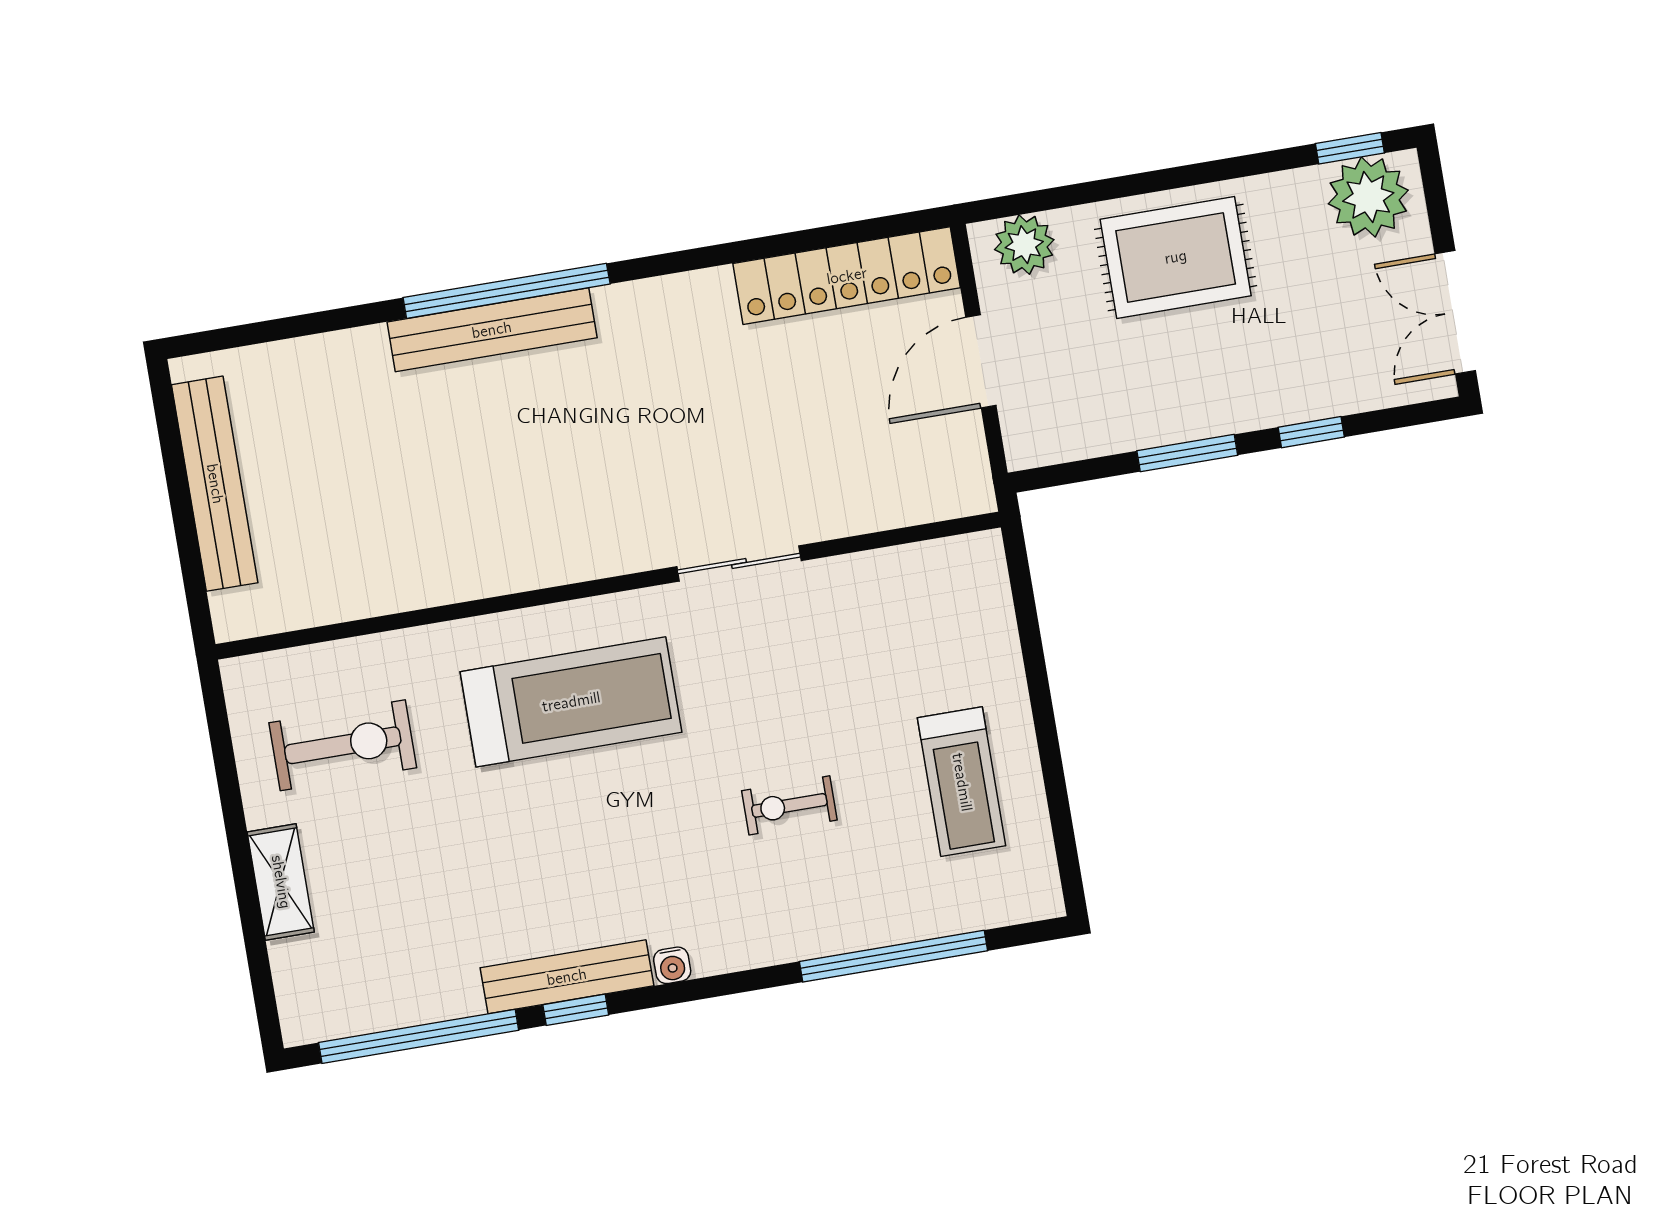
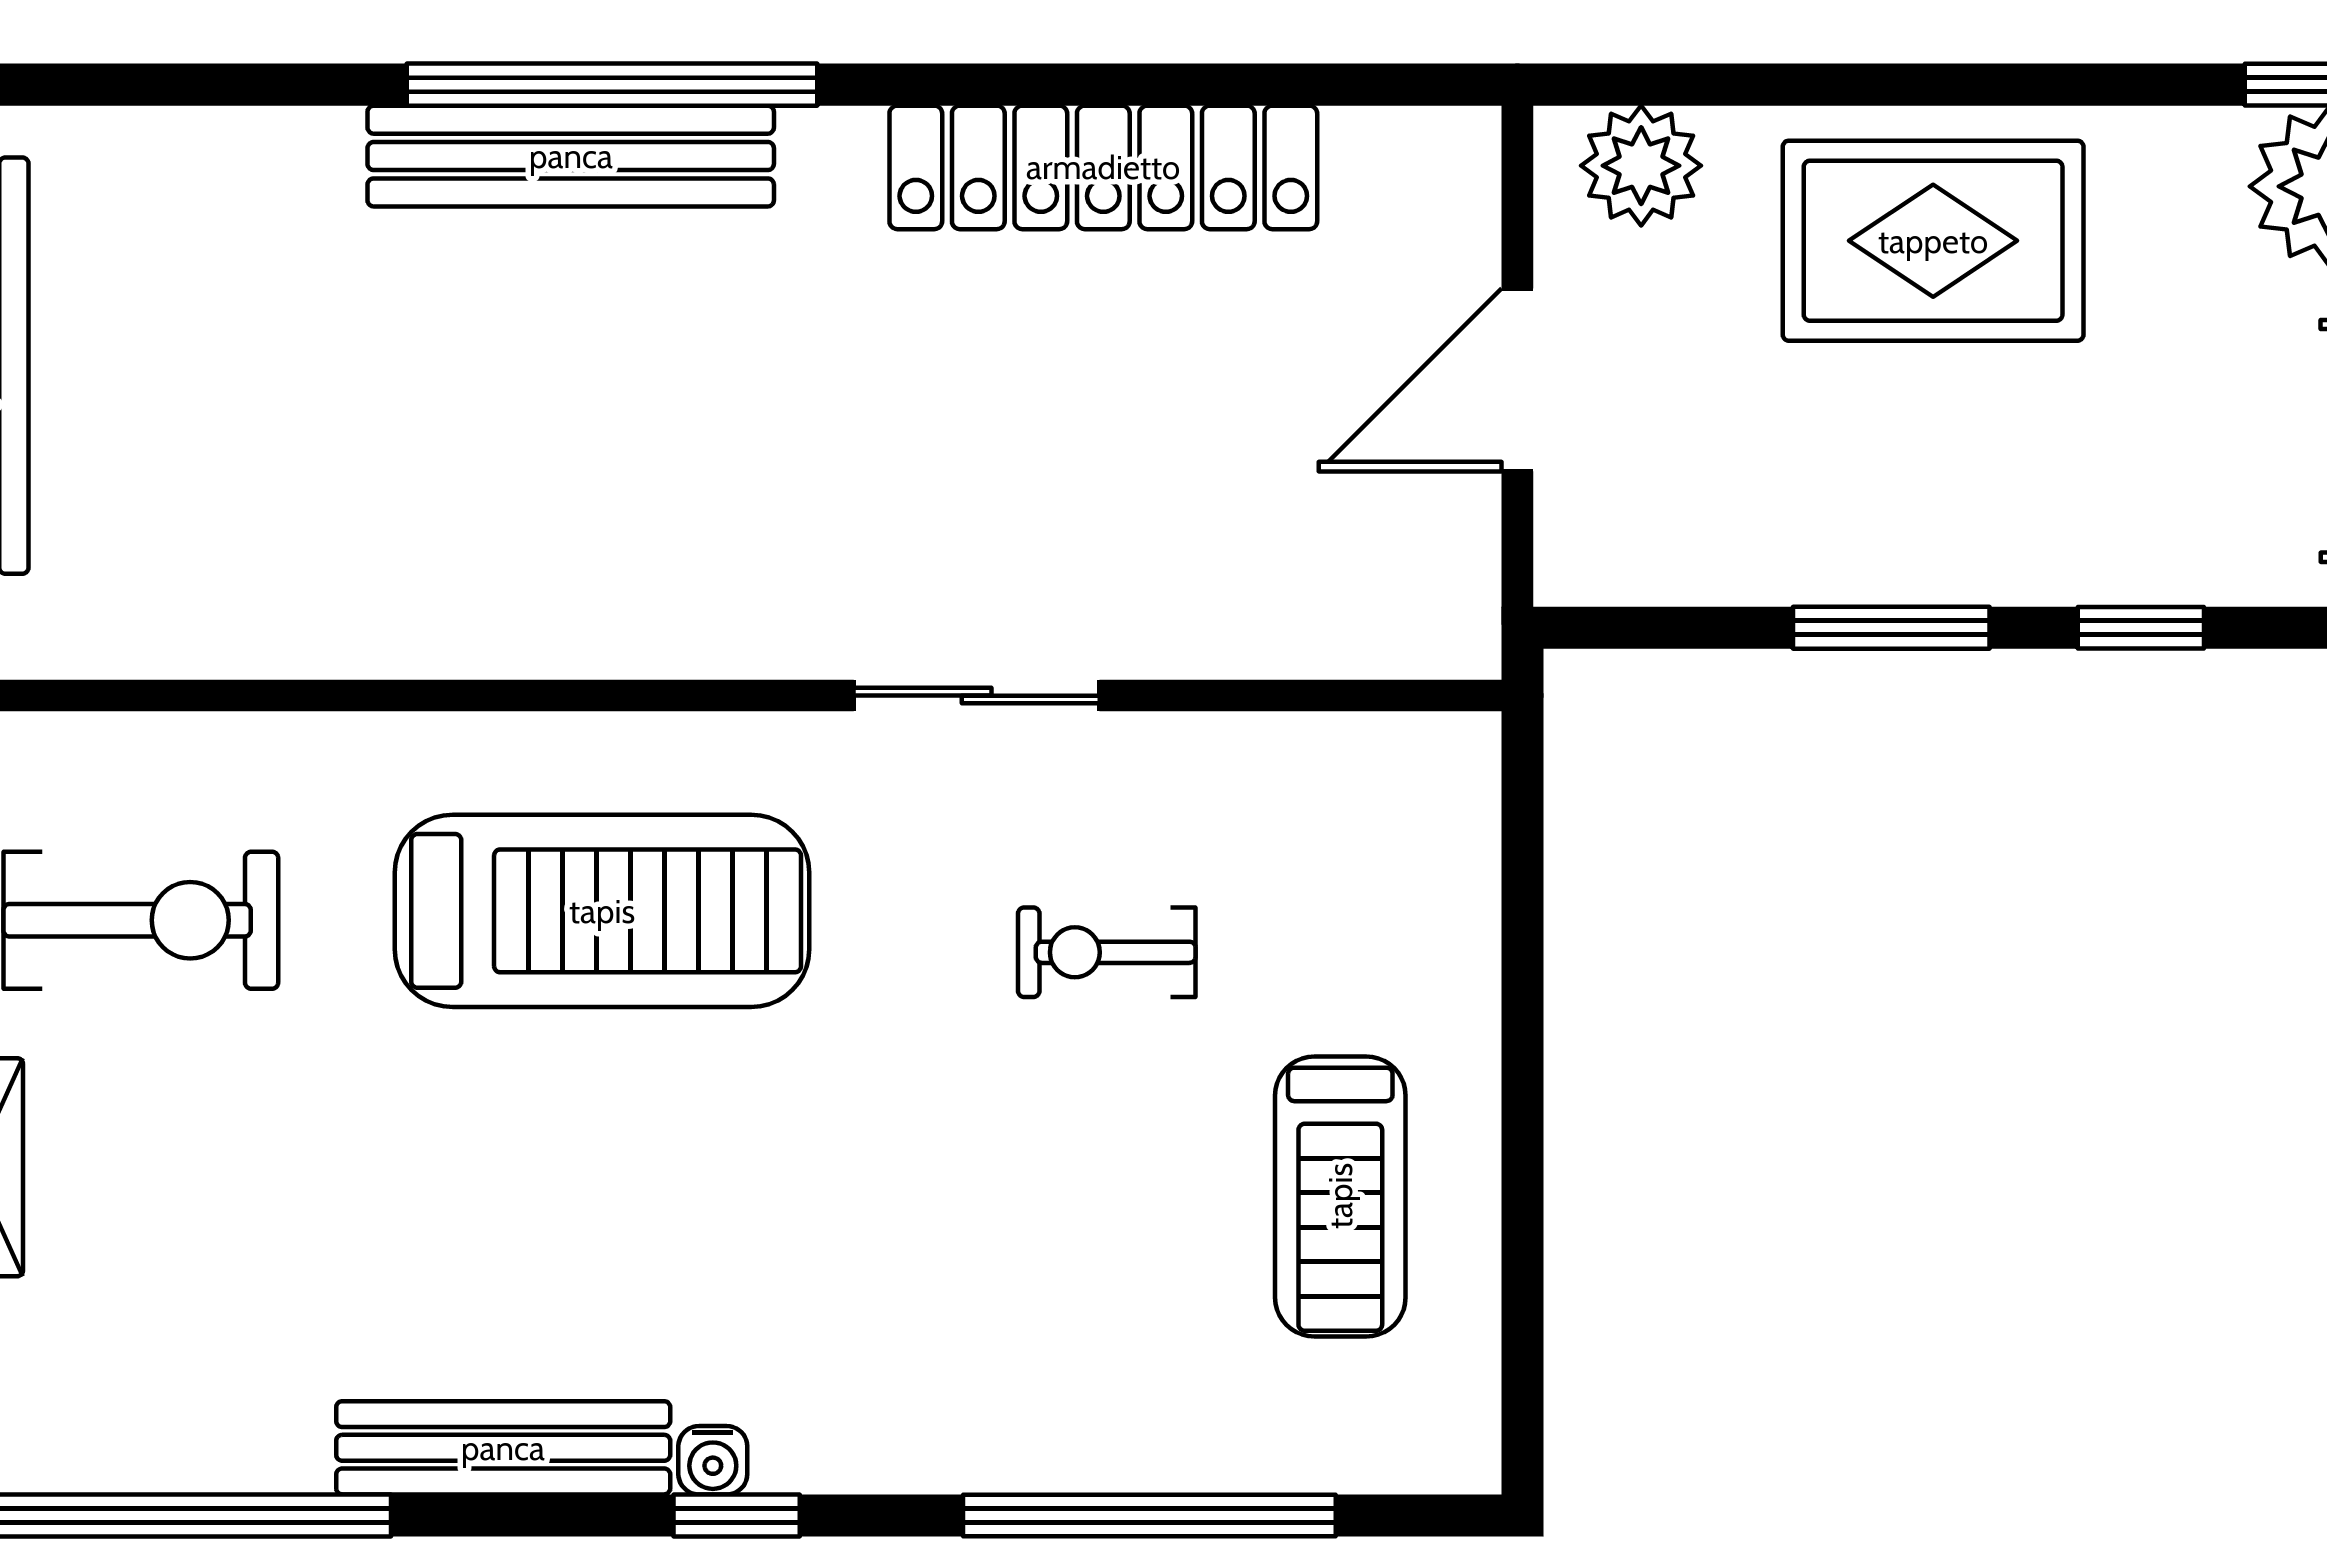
locker: (847, 276) -> (1103, 167), moved
exercise bike: (789, 805) -> (1107, 952), moved
window: (576, 1010) -> (737, 1515), moved

